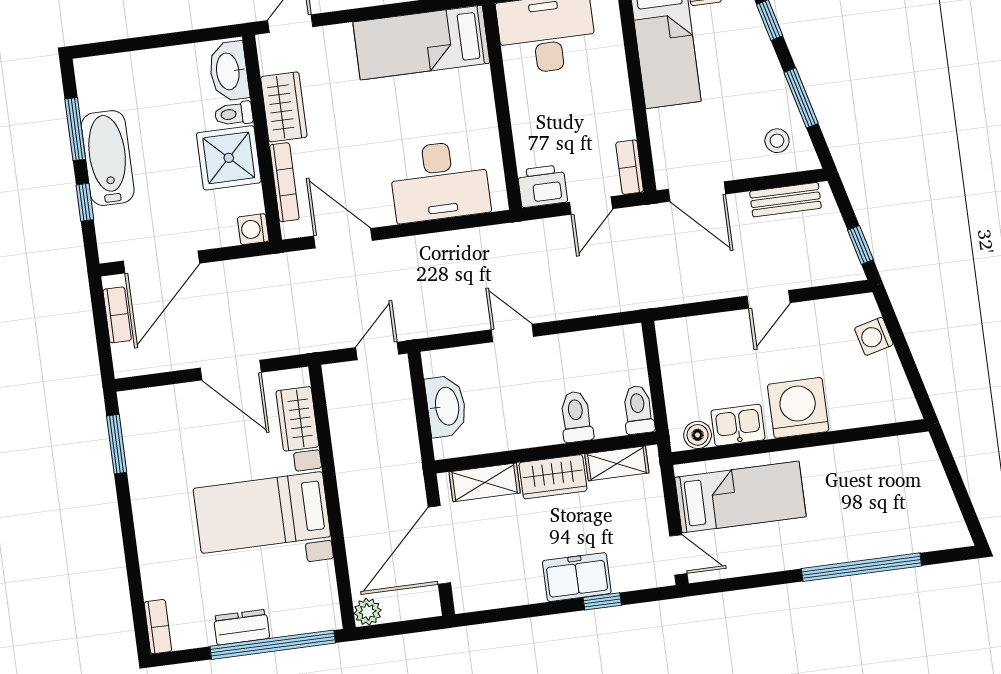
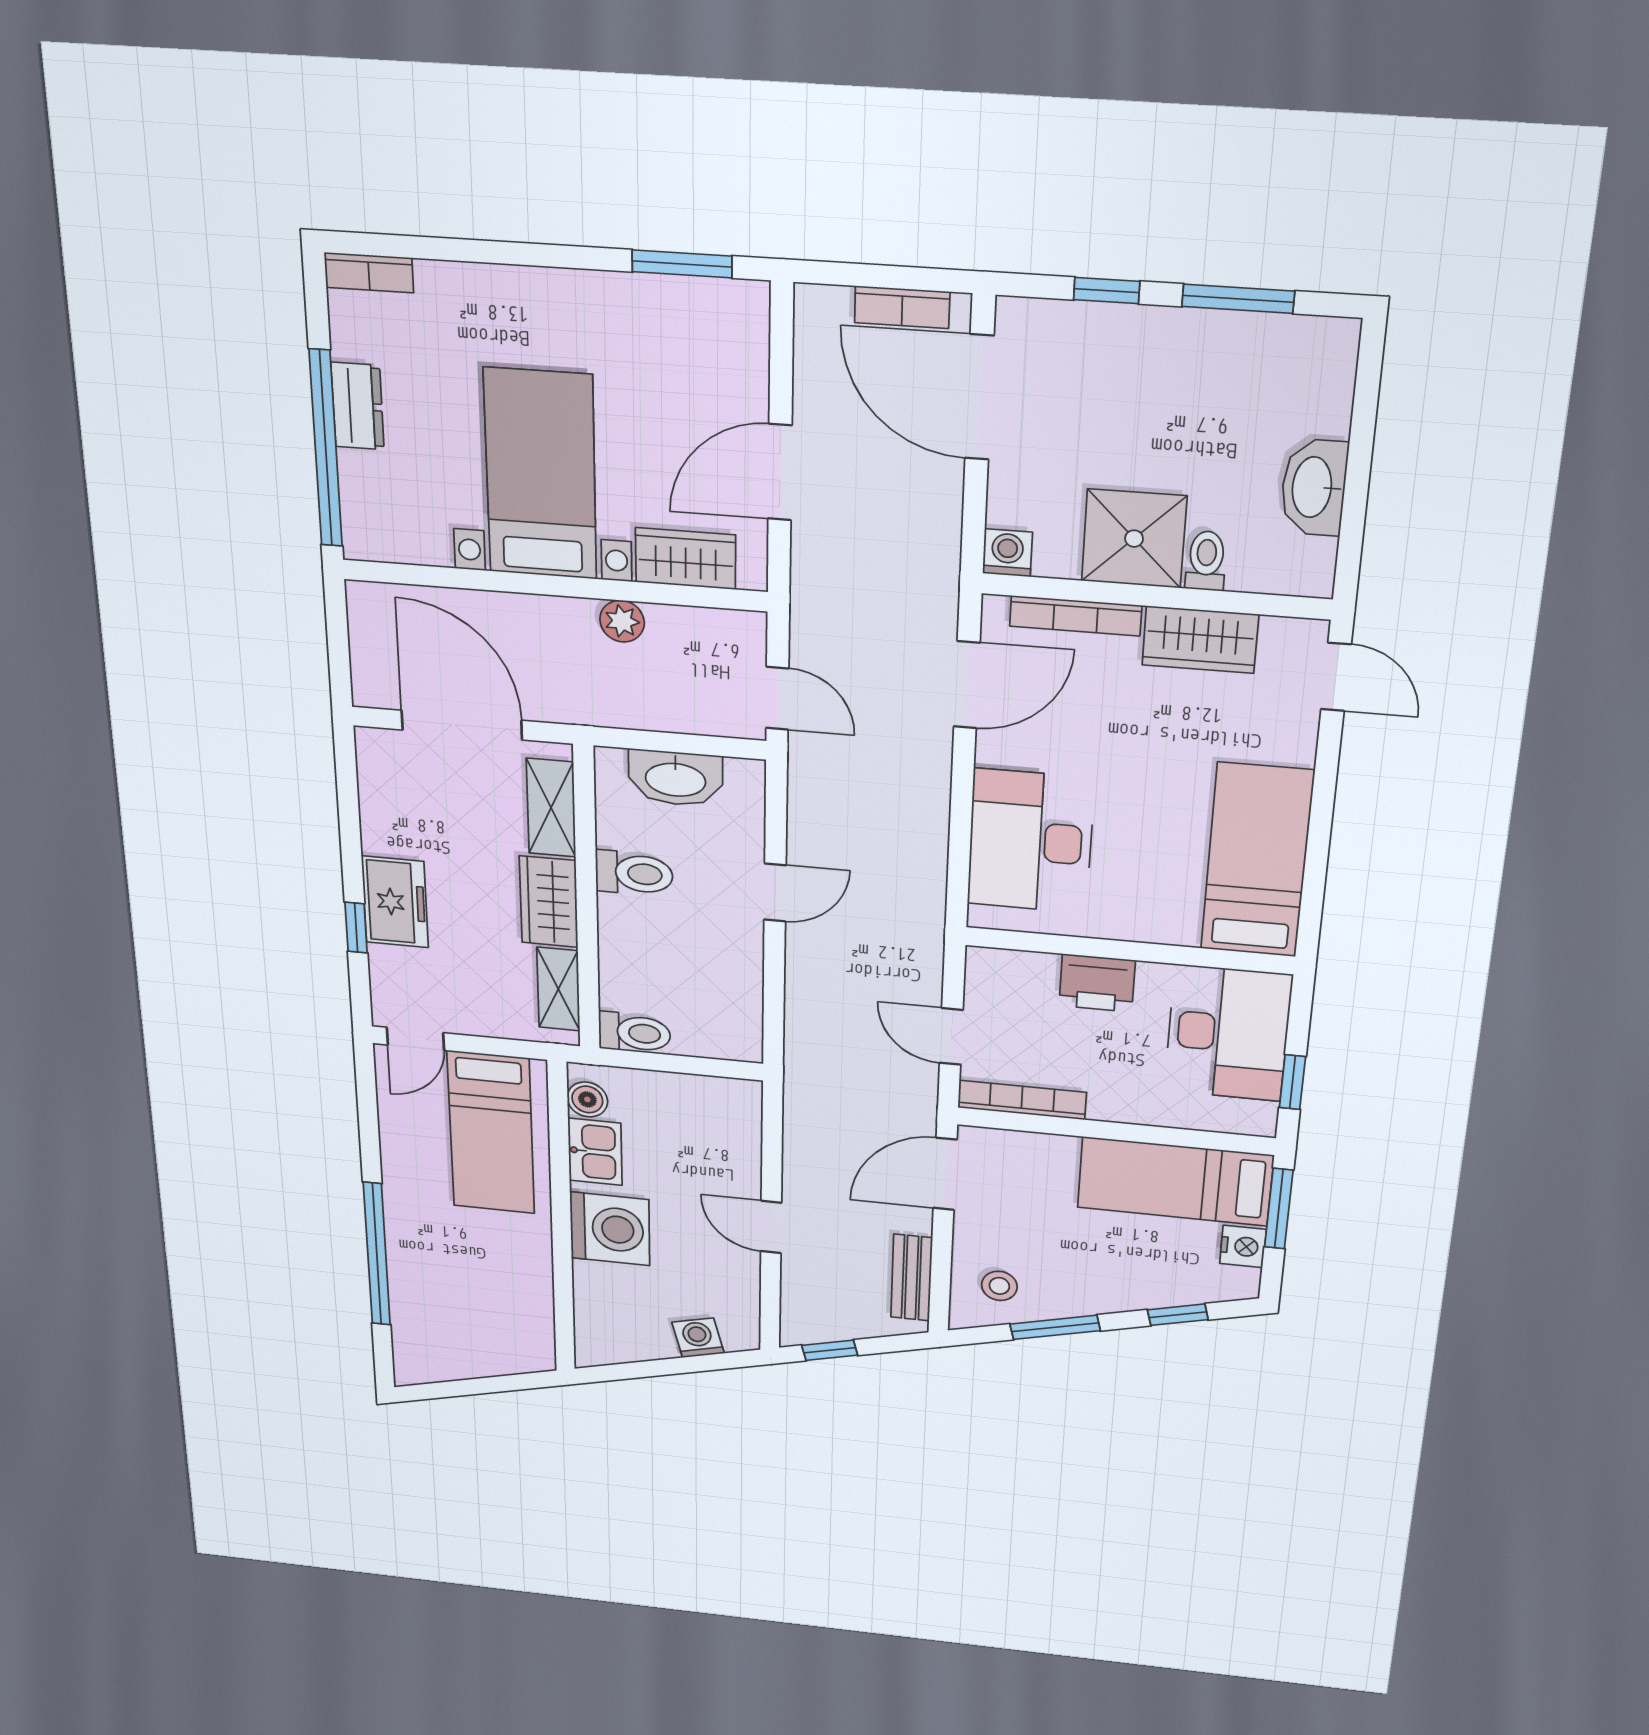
washbasin: (229, 71) -> (1314, 487), moved, turned -90
bathtub: (108, 158) -> (1176, 344), removed
bookcase: (630, 167) -> (1022, 1100), width x1.56
printer: (542, 186) -> (1097, 983), moved, turned 90
toilet: (576, 417) -> (634, 873), moved
plant: (368, 612) -> (622, 621), moved

